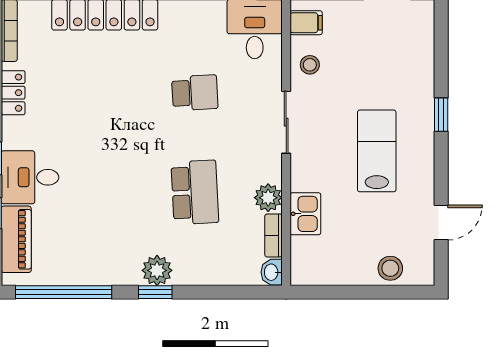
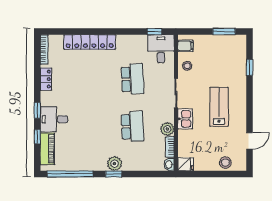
school desk: (195, 93) -> (132, 79), width x1.85
window: (441, 115) -> (250, 67), moved
kitchen sink: (305, 214) -> (185, 119), moved
fridge: (306, 272) -> (186, 164), added

